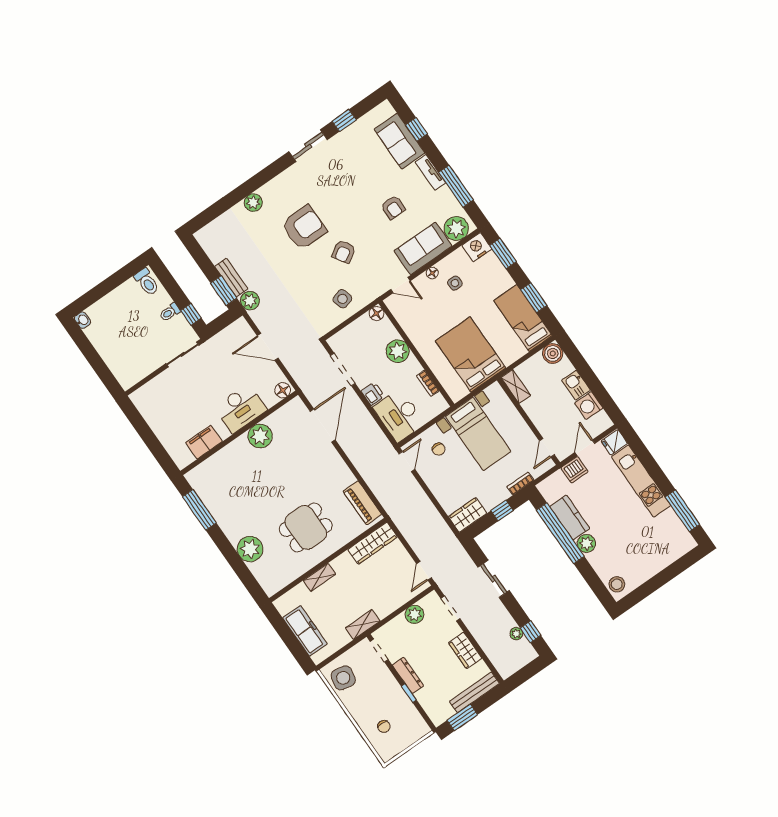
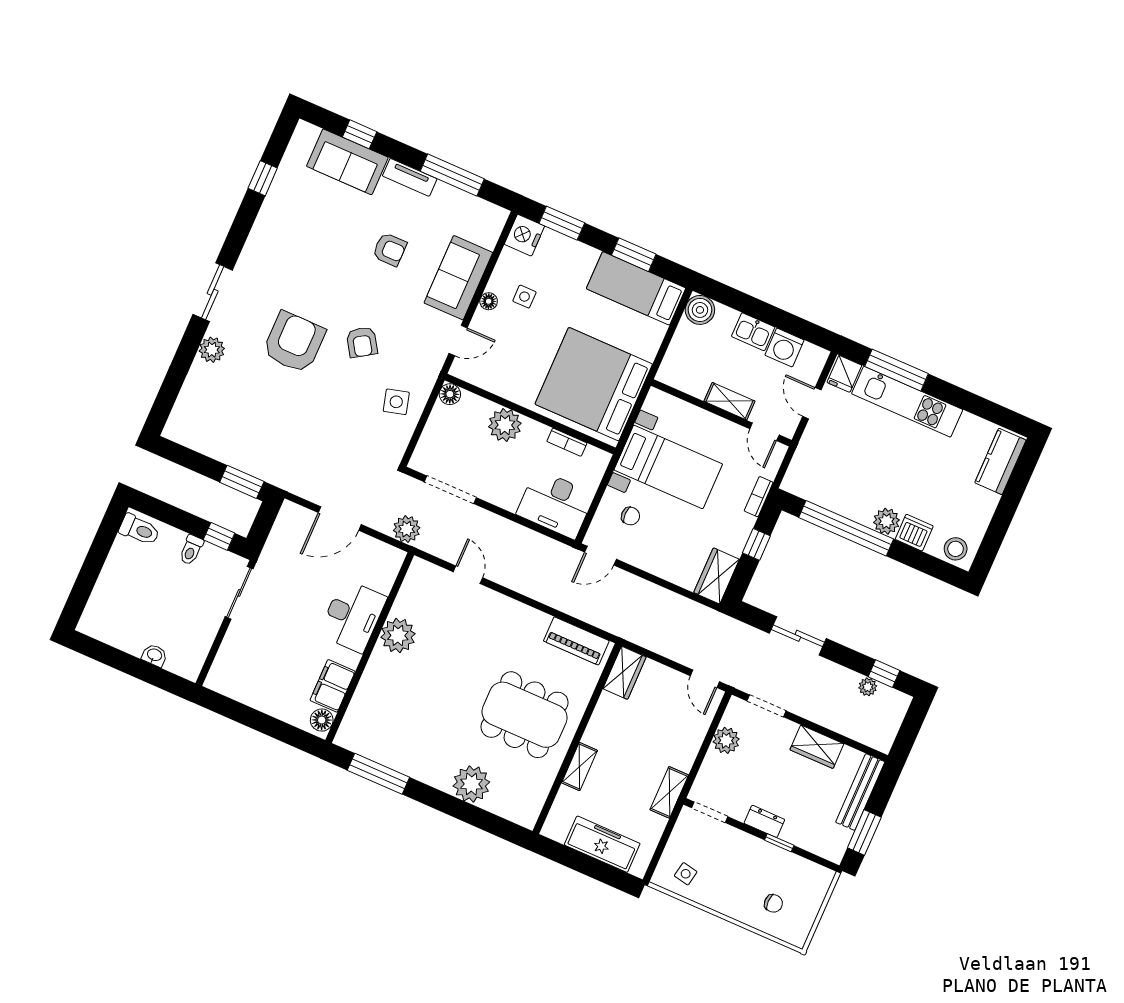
sliding door: (308, 146) -> (213, 292), moved
plant: (456, 228) -> (485, 228), removed
bench: (231, 278) -> (242, 460), removed
plant: (250, 301) -> (407, 529), moved
washbasin: (83, 320) -> (154, 655), moved
bed: (470, 355) -> (594, 384), width x1.36
shelving: (516, 386) -> (729, 401), moved
floor lamp: (283, 390) -> (322, 720), moved
printer: (373, 394) -> (506, 497), removed
door: (323, 425) -> (468, 575), width x0.53
door: (407, 462) -> (600, 556), swing flipped
dishwasher: (574, 470) -> (914, 533), moved, turned -90
window: (682, 511) -> (897, 370), moved
kitchen counter: (570, 517) -> (1000, 461), moved, turned -90
dining table: (306, 527) -> (525, 715), width x1.38
wardrobe: (373, 543) -> (625, 673), width x0.67
dresser: (408, 675) -> (764, 821), width x0.70
side table: (343, 678) -> (686, 874), width x0.54, depth x0.54

